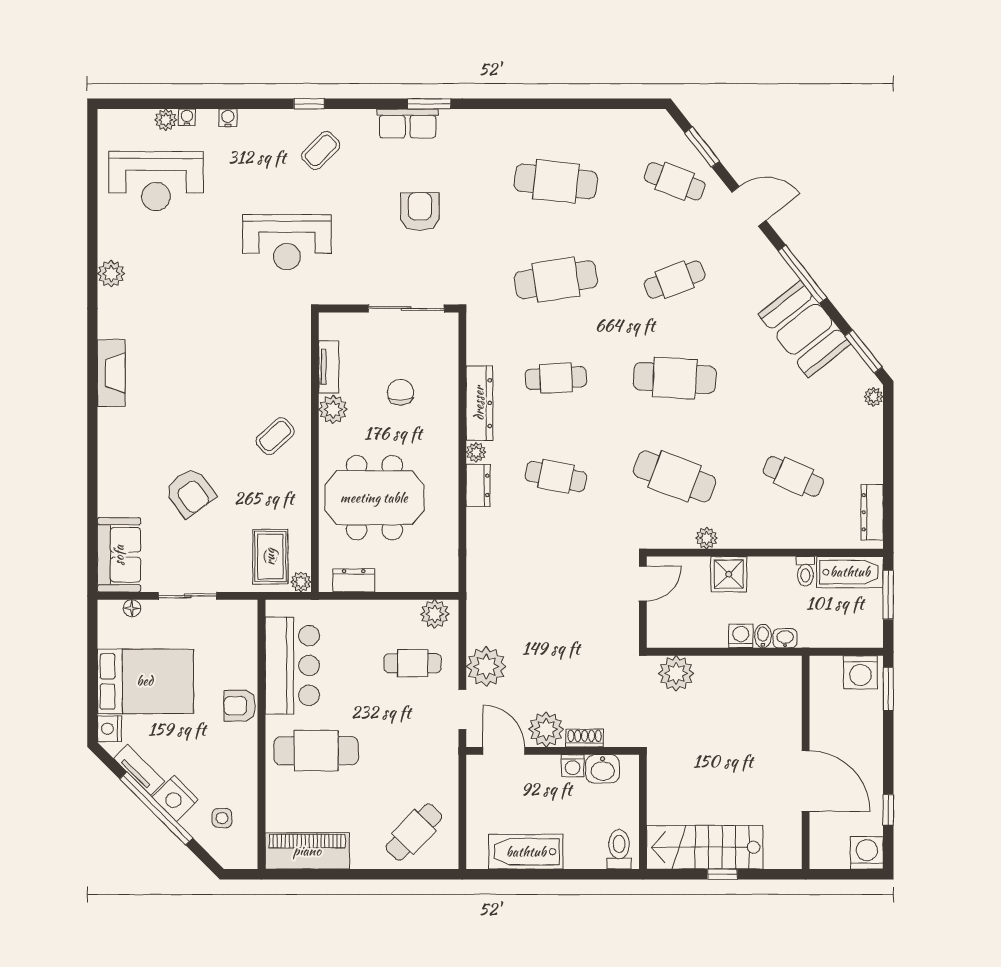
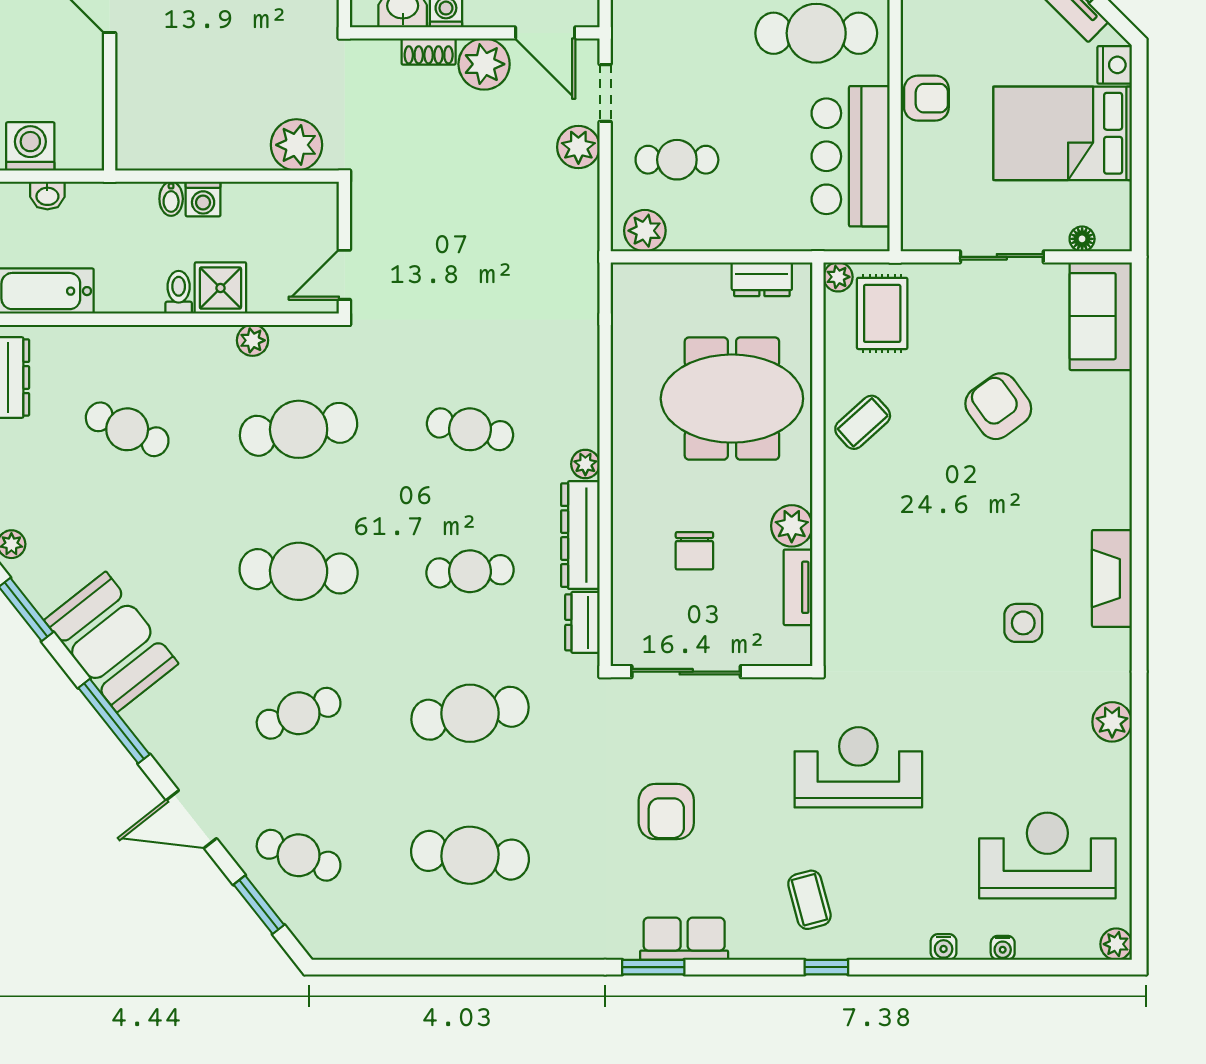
plant: (166, 120) -> (1116, 944), moved
coffee table: (321, 150) -> (809, 900), turned -60
side table: (173, 342) -> (1023, 623), added
coffee table: (275, 436) -> (863, 422), moved
cafe table: (675, 476) -> (299, 429), turned -30
dresser: (478, 485) -> (582, 622), moved
toilet: (805, 571) -> (179, 292), moved
washbasin: (785, 638) -> (47, 196), moved
plant: (486, 667) -> (578, 147), width x0.73, depth x0.73

